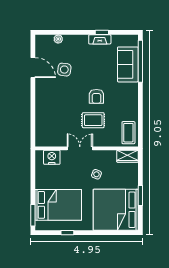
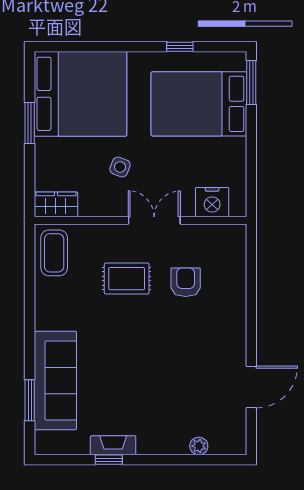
window: (140, 61) -> (30, 400), width x0.47
sofa: (128, 64) -> (55, 381), width x1.36
door: (33, 68) -> (251, 387), swing flipped
side table: (64, 70) -> (186, 383), removed
armchair: (96, 96) -> (186, 282), moved
double door: (80, 148) -> (154, 220), swing flipped

